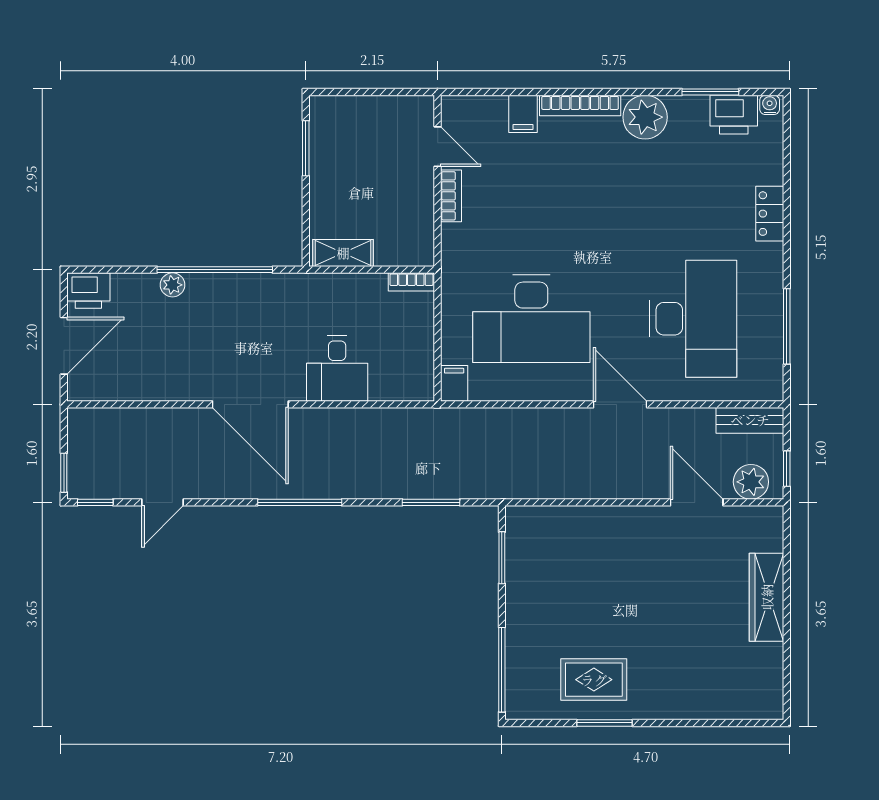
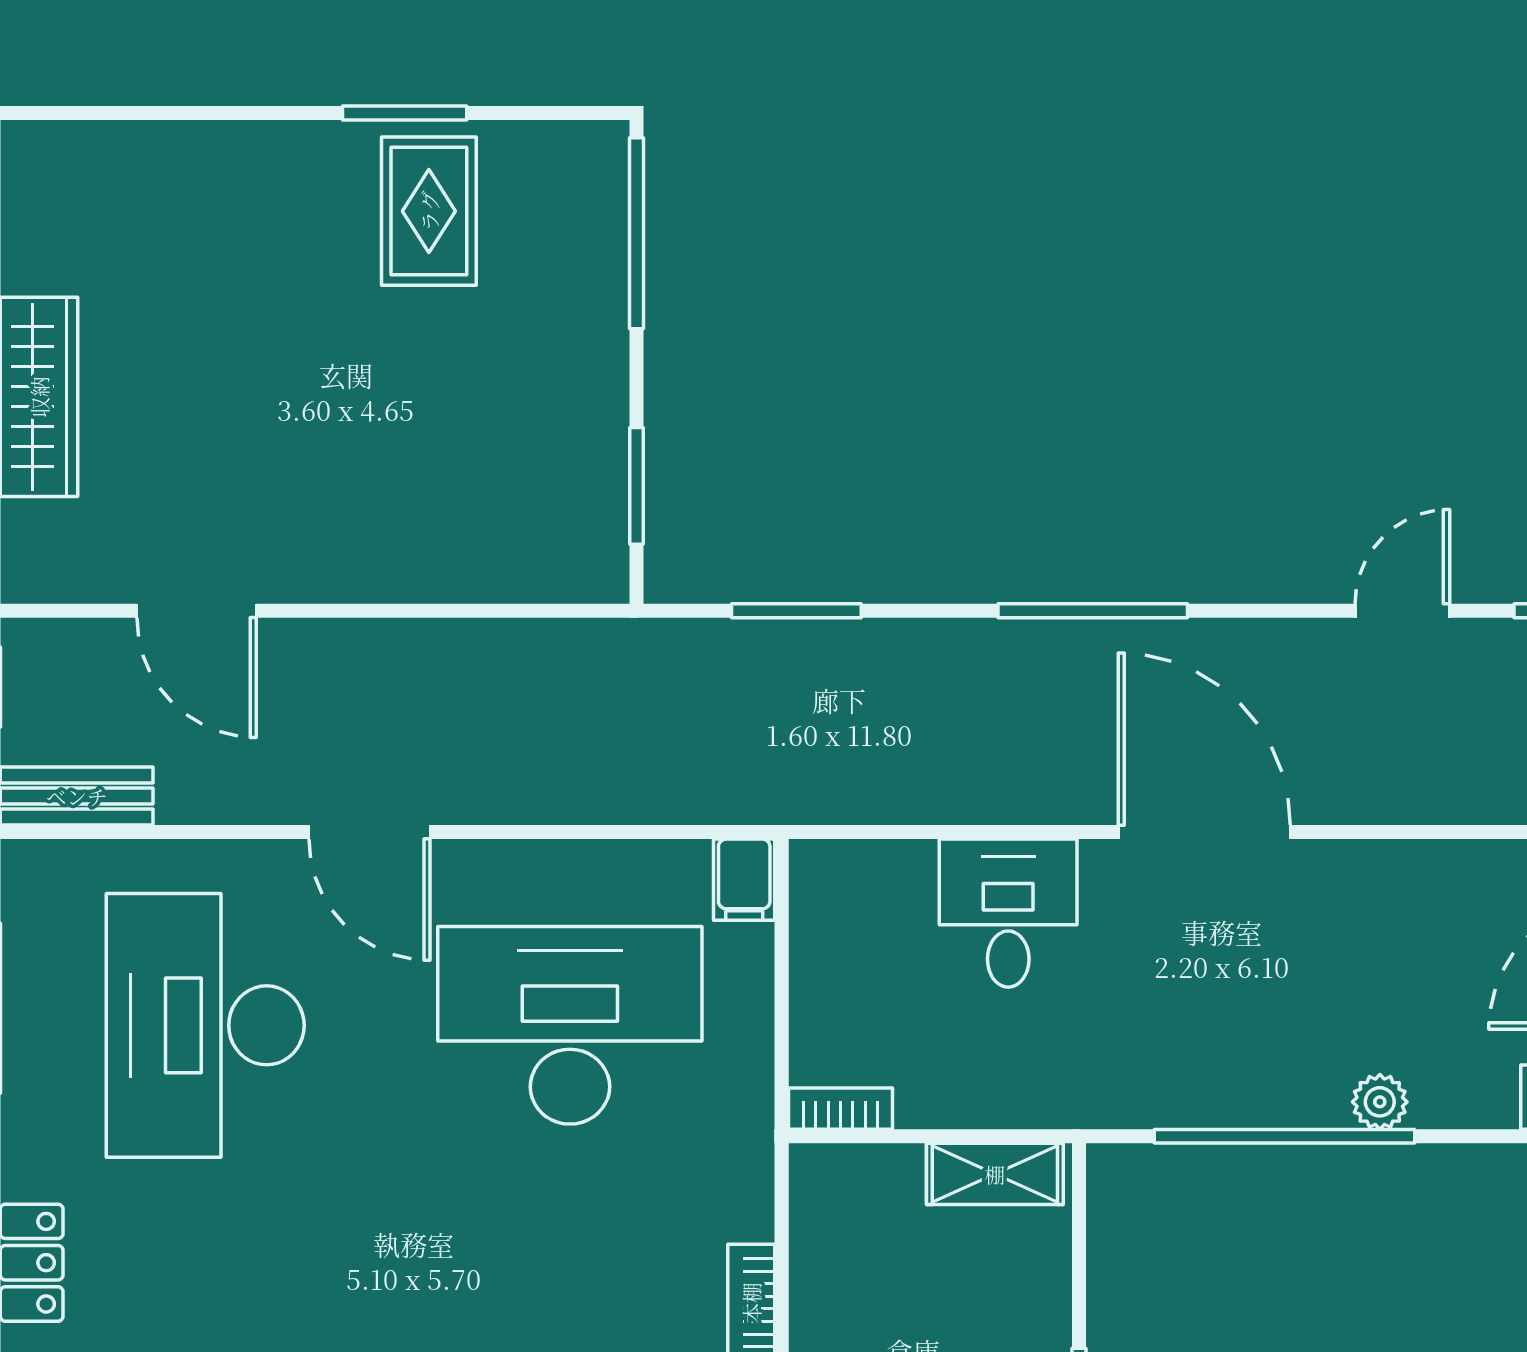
plant: (751, 482) -> (74, 657), removed
rug: (594, 680) -> (429, 211), turned 90

